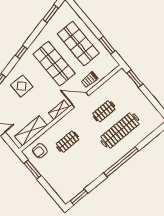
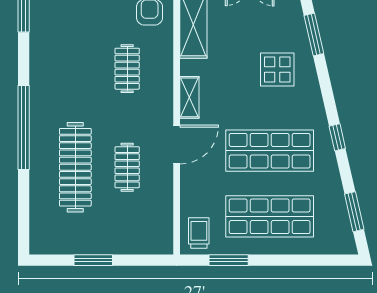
window: (21, 52) -> (337, 137), moved
window: (135, 79) -> (93, 260), moved
trolley: (89, 80) -> (199, 233), moved

